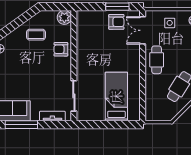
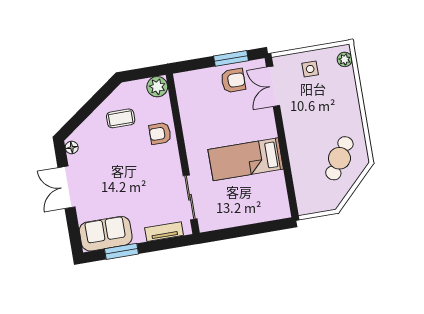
cafe table: (157, 60) -> (300, 125), removed
bed: (116, 97) -> (246, 159), moved, turned -90
window: (21, 125) -> (121, 251), width x0.69

